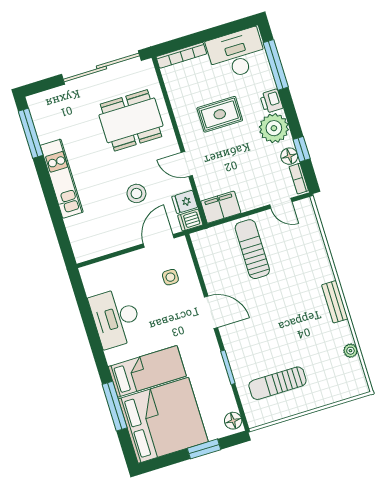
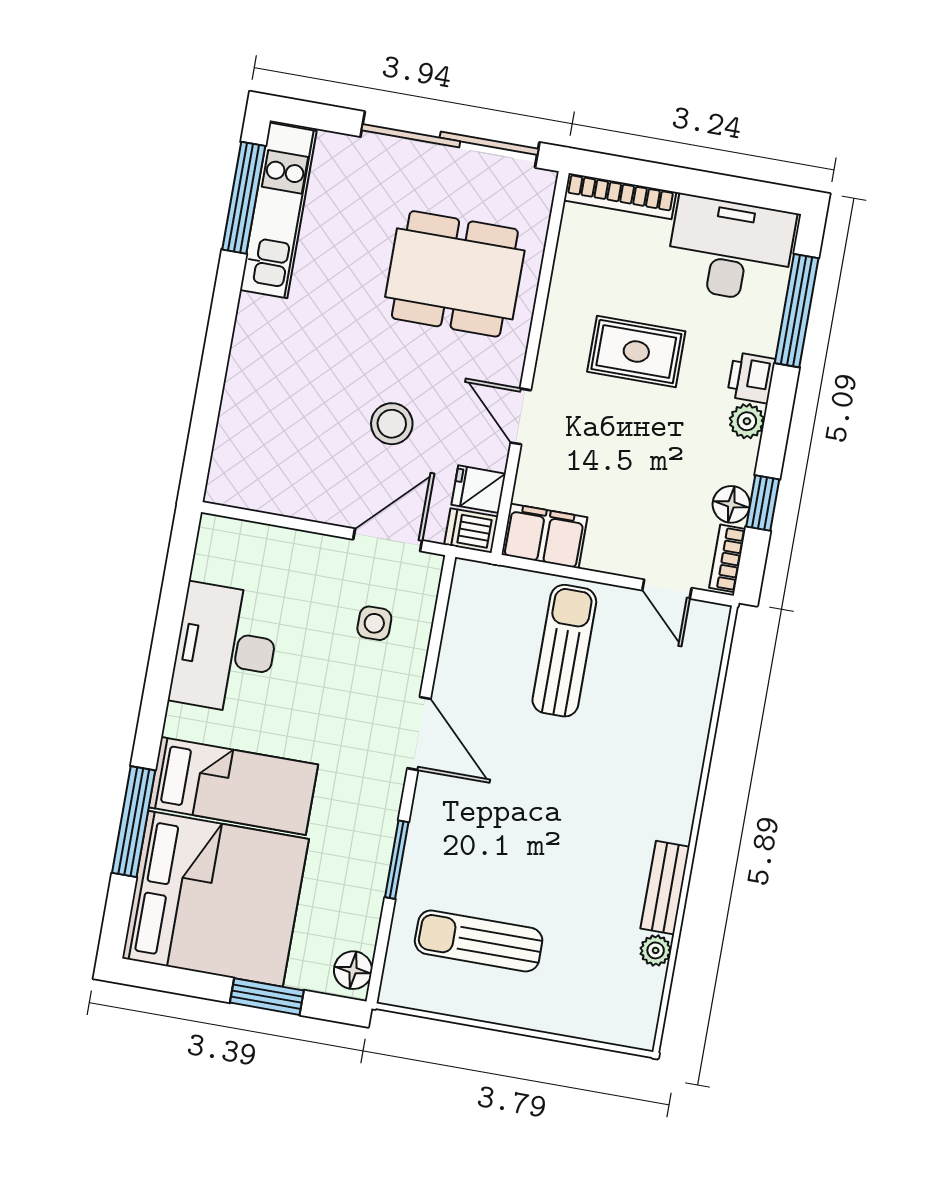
plant: (274, 128) -> (747, 421), width x0.53, depth x0.53
kitchen unit: (62, 179) -> (278, 210), moved
bench: (335, 302) -> (665, 888), moved

